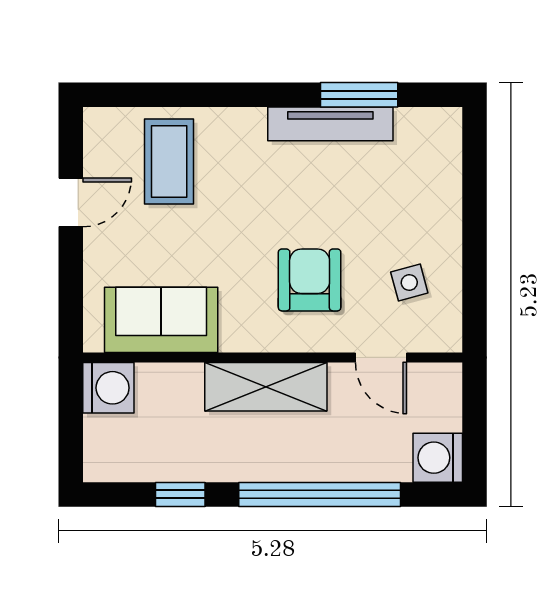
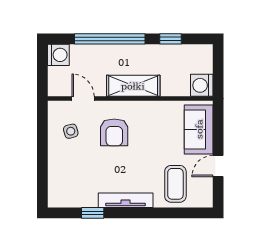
window: (359, 95) -> (93, 213), width x0.67
tv unit: (330, 124) -> (126, 200), moved
sofa: (161, 320) -> (199, 129), moved, turned 90

